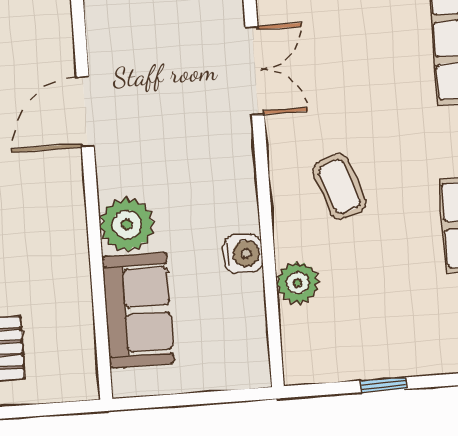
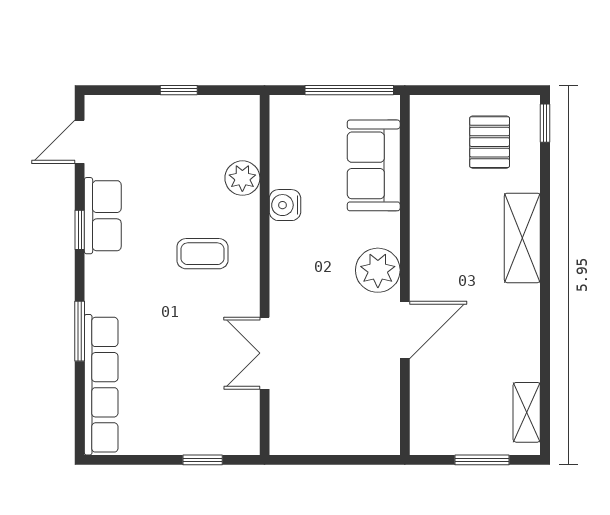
coffee table: (340, 187) -> (202, 254), turned -70
plant: (127, 225) -> (378, 270), moved
window: (175, 400) -> (349, 90), added

